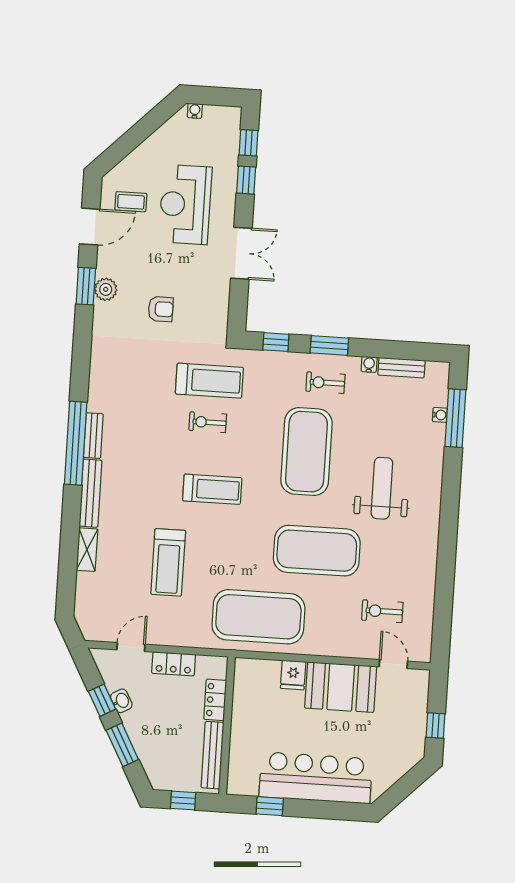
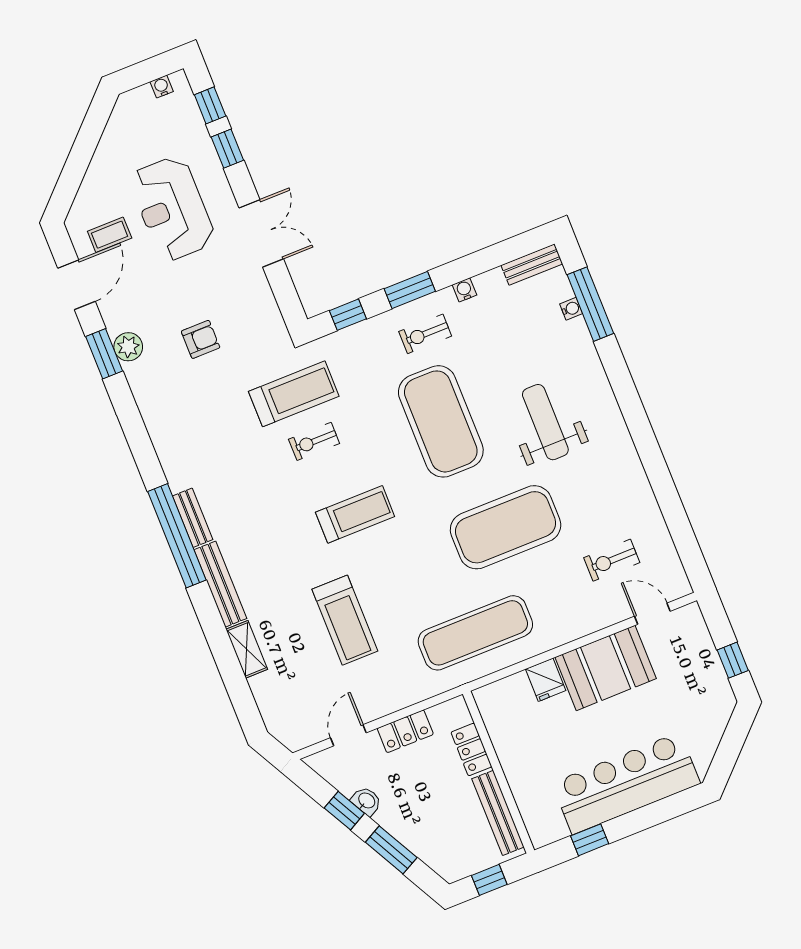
water cooler: (195, 111) -> (162, 87), moved
bench: (401, 368) -> (532, 265), moved
exercise mat: (258, 617) -> (475, 633), width x0.68

